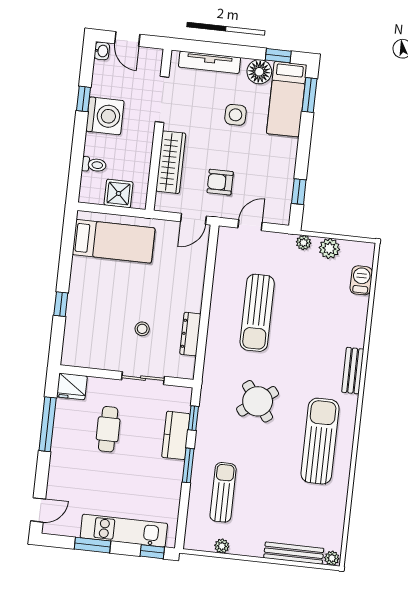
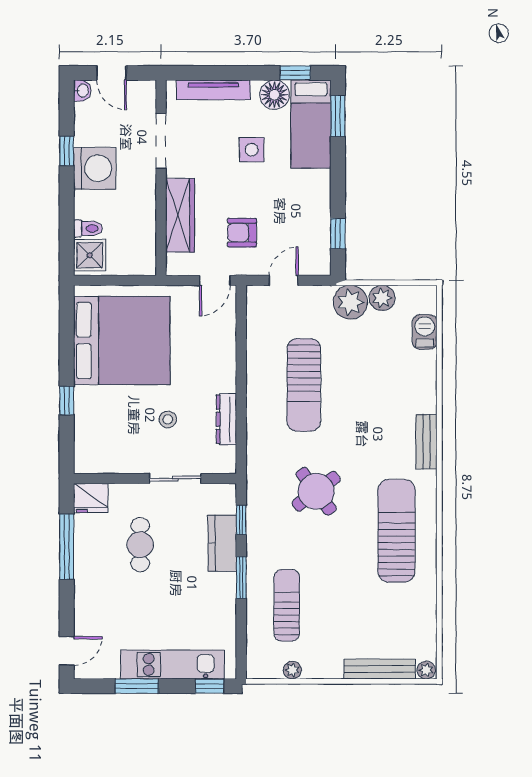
shower: (119, 193) -> (90, 255), moved
bed: (114, 241) -> (122, 340), width x2.04
plant: (304, 243) -> (350, 302), width x1.87, depth x1.87

